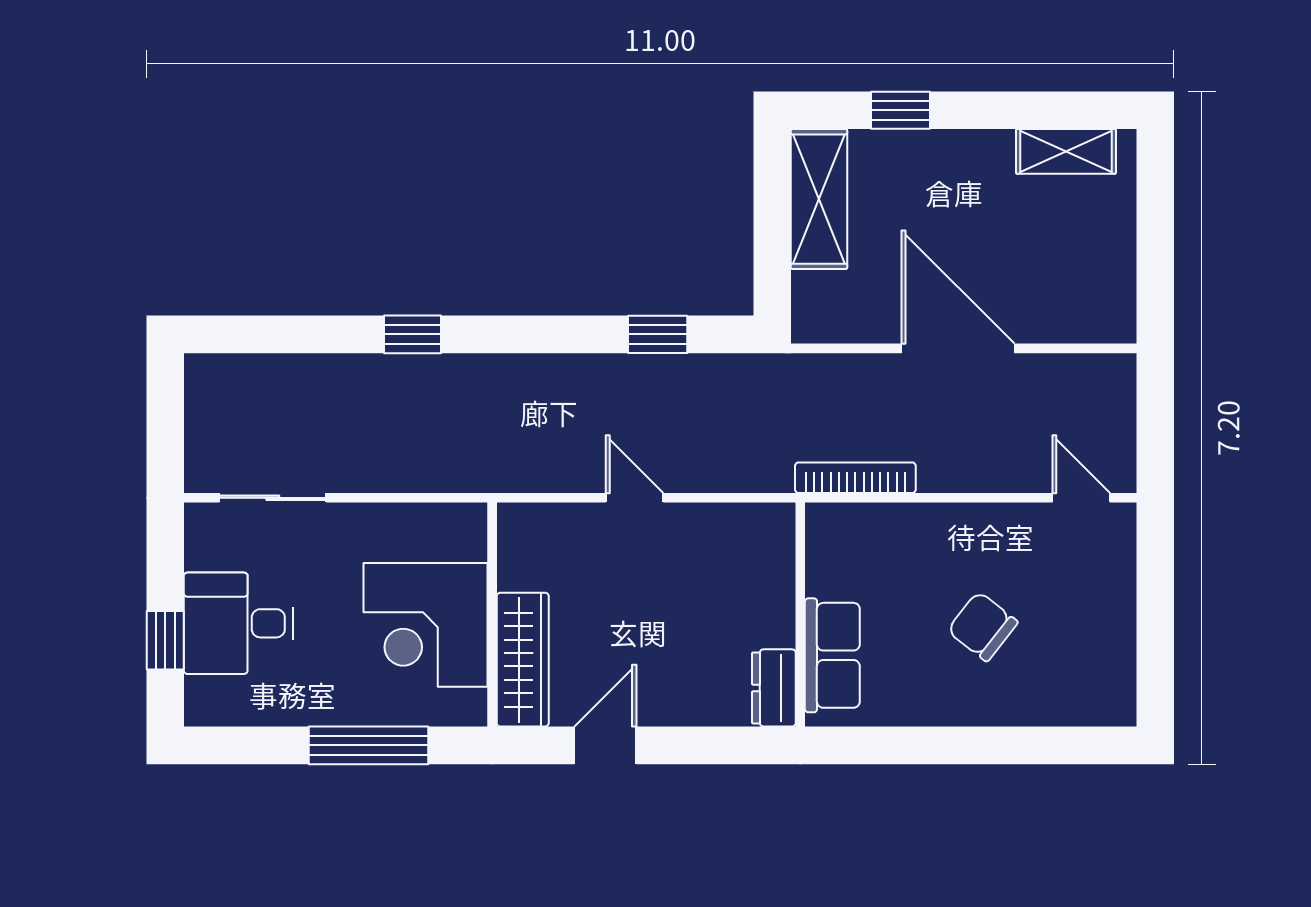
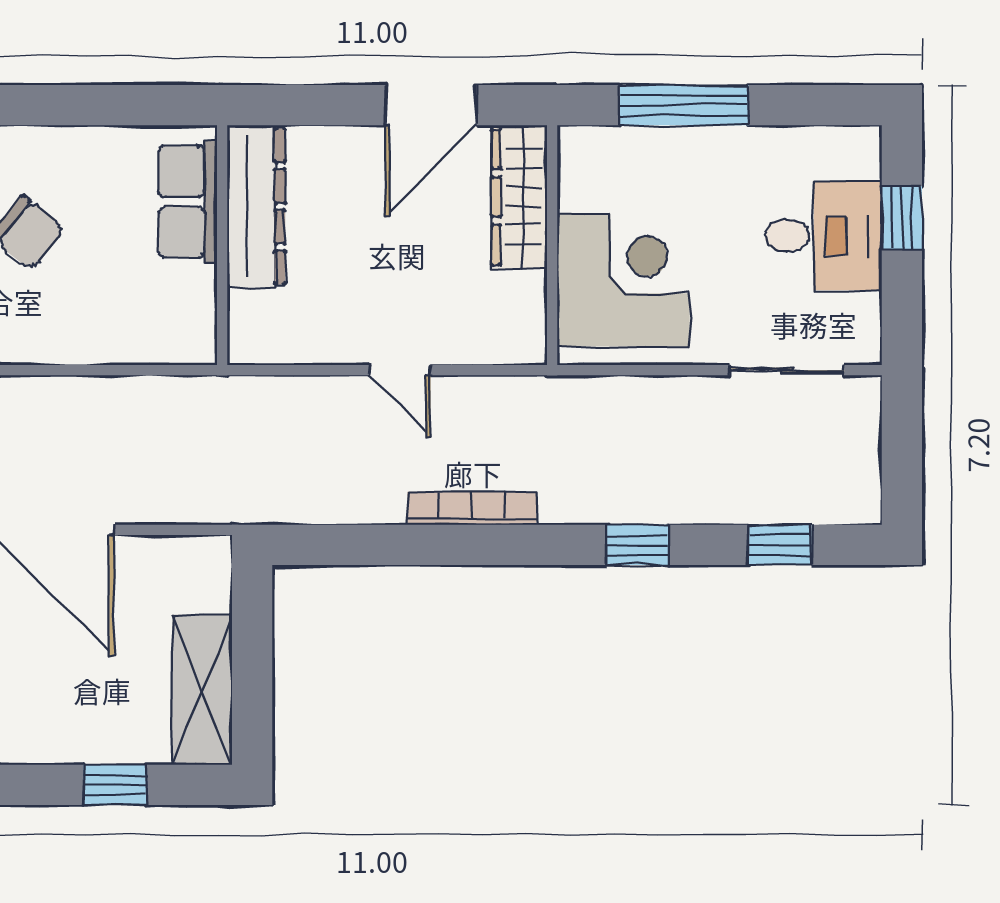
window: (658, 334) -> (780, 545), moved
bookcase: (855, 478) -> (472, 508), moved, turned 180
corner desk: (425, 625) -> (623, 280), moved
dresser: (774, 688) -> (256, 206), width x1.96, depth x1.24
door: (605, 745) -> (431, 105), width x1.38

